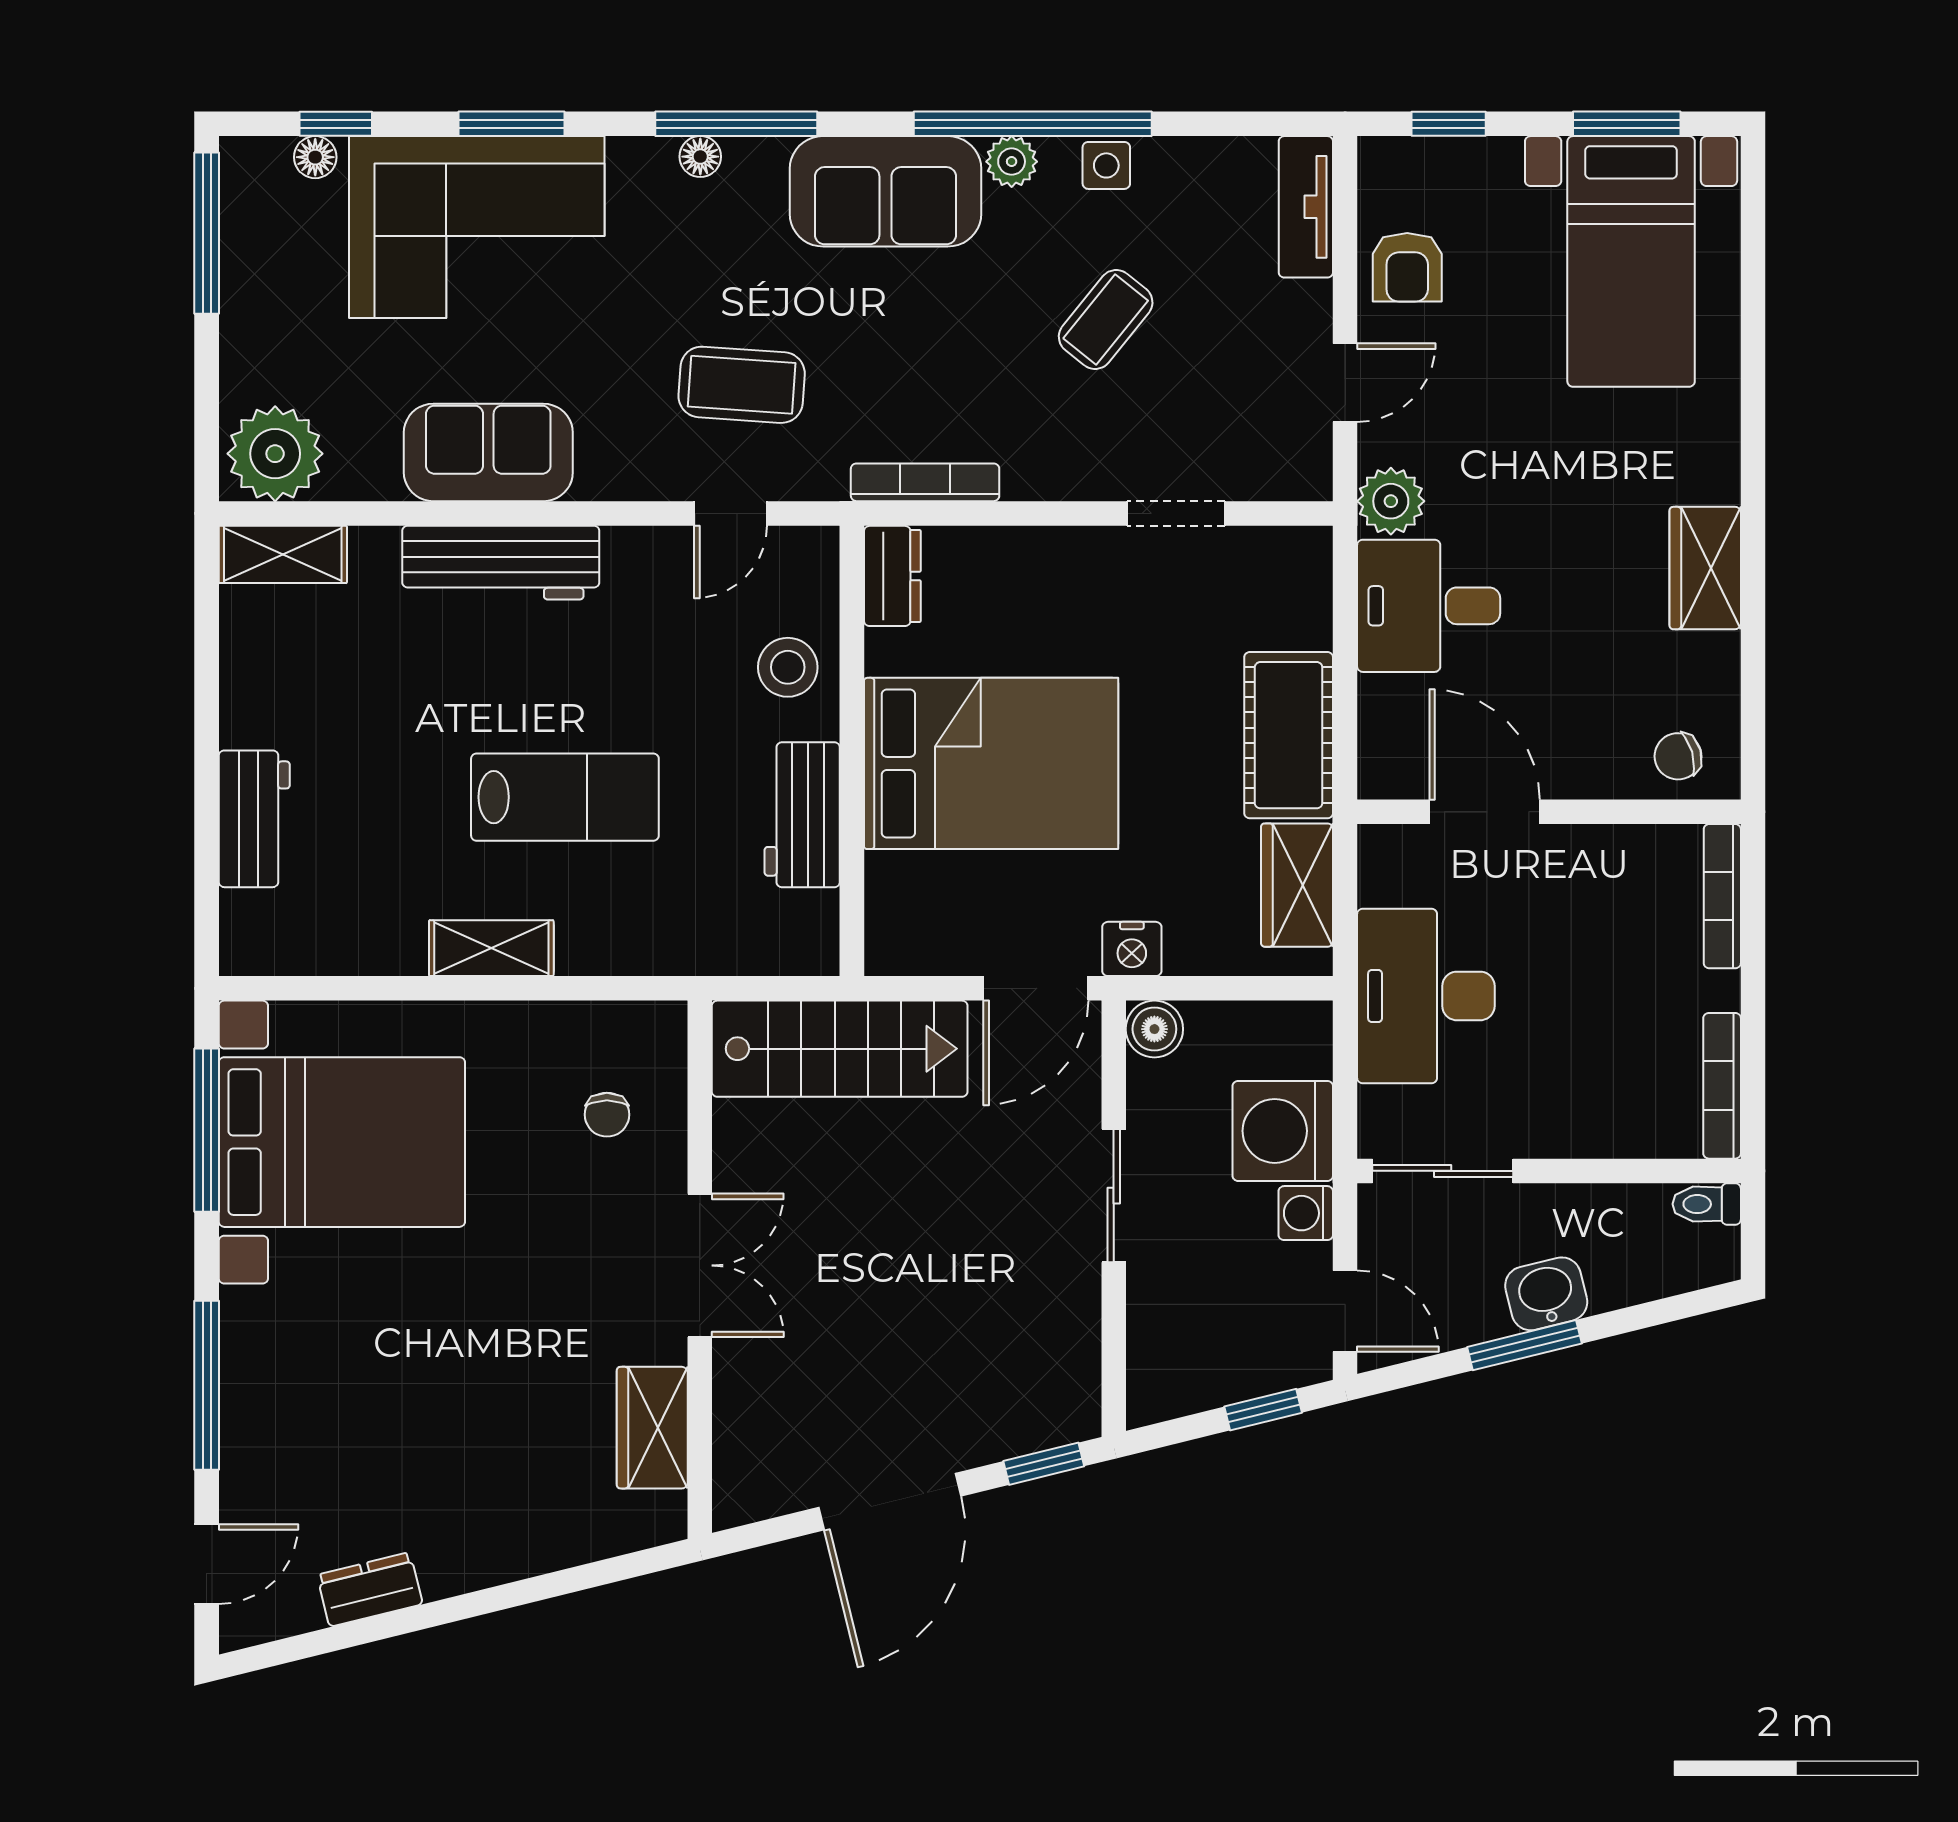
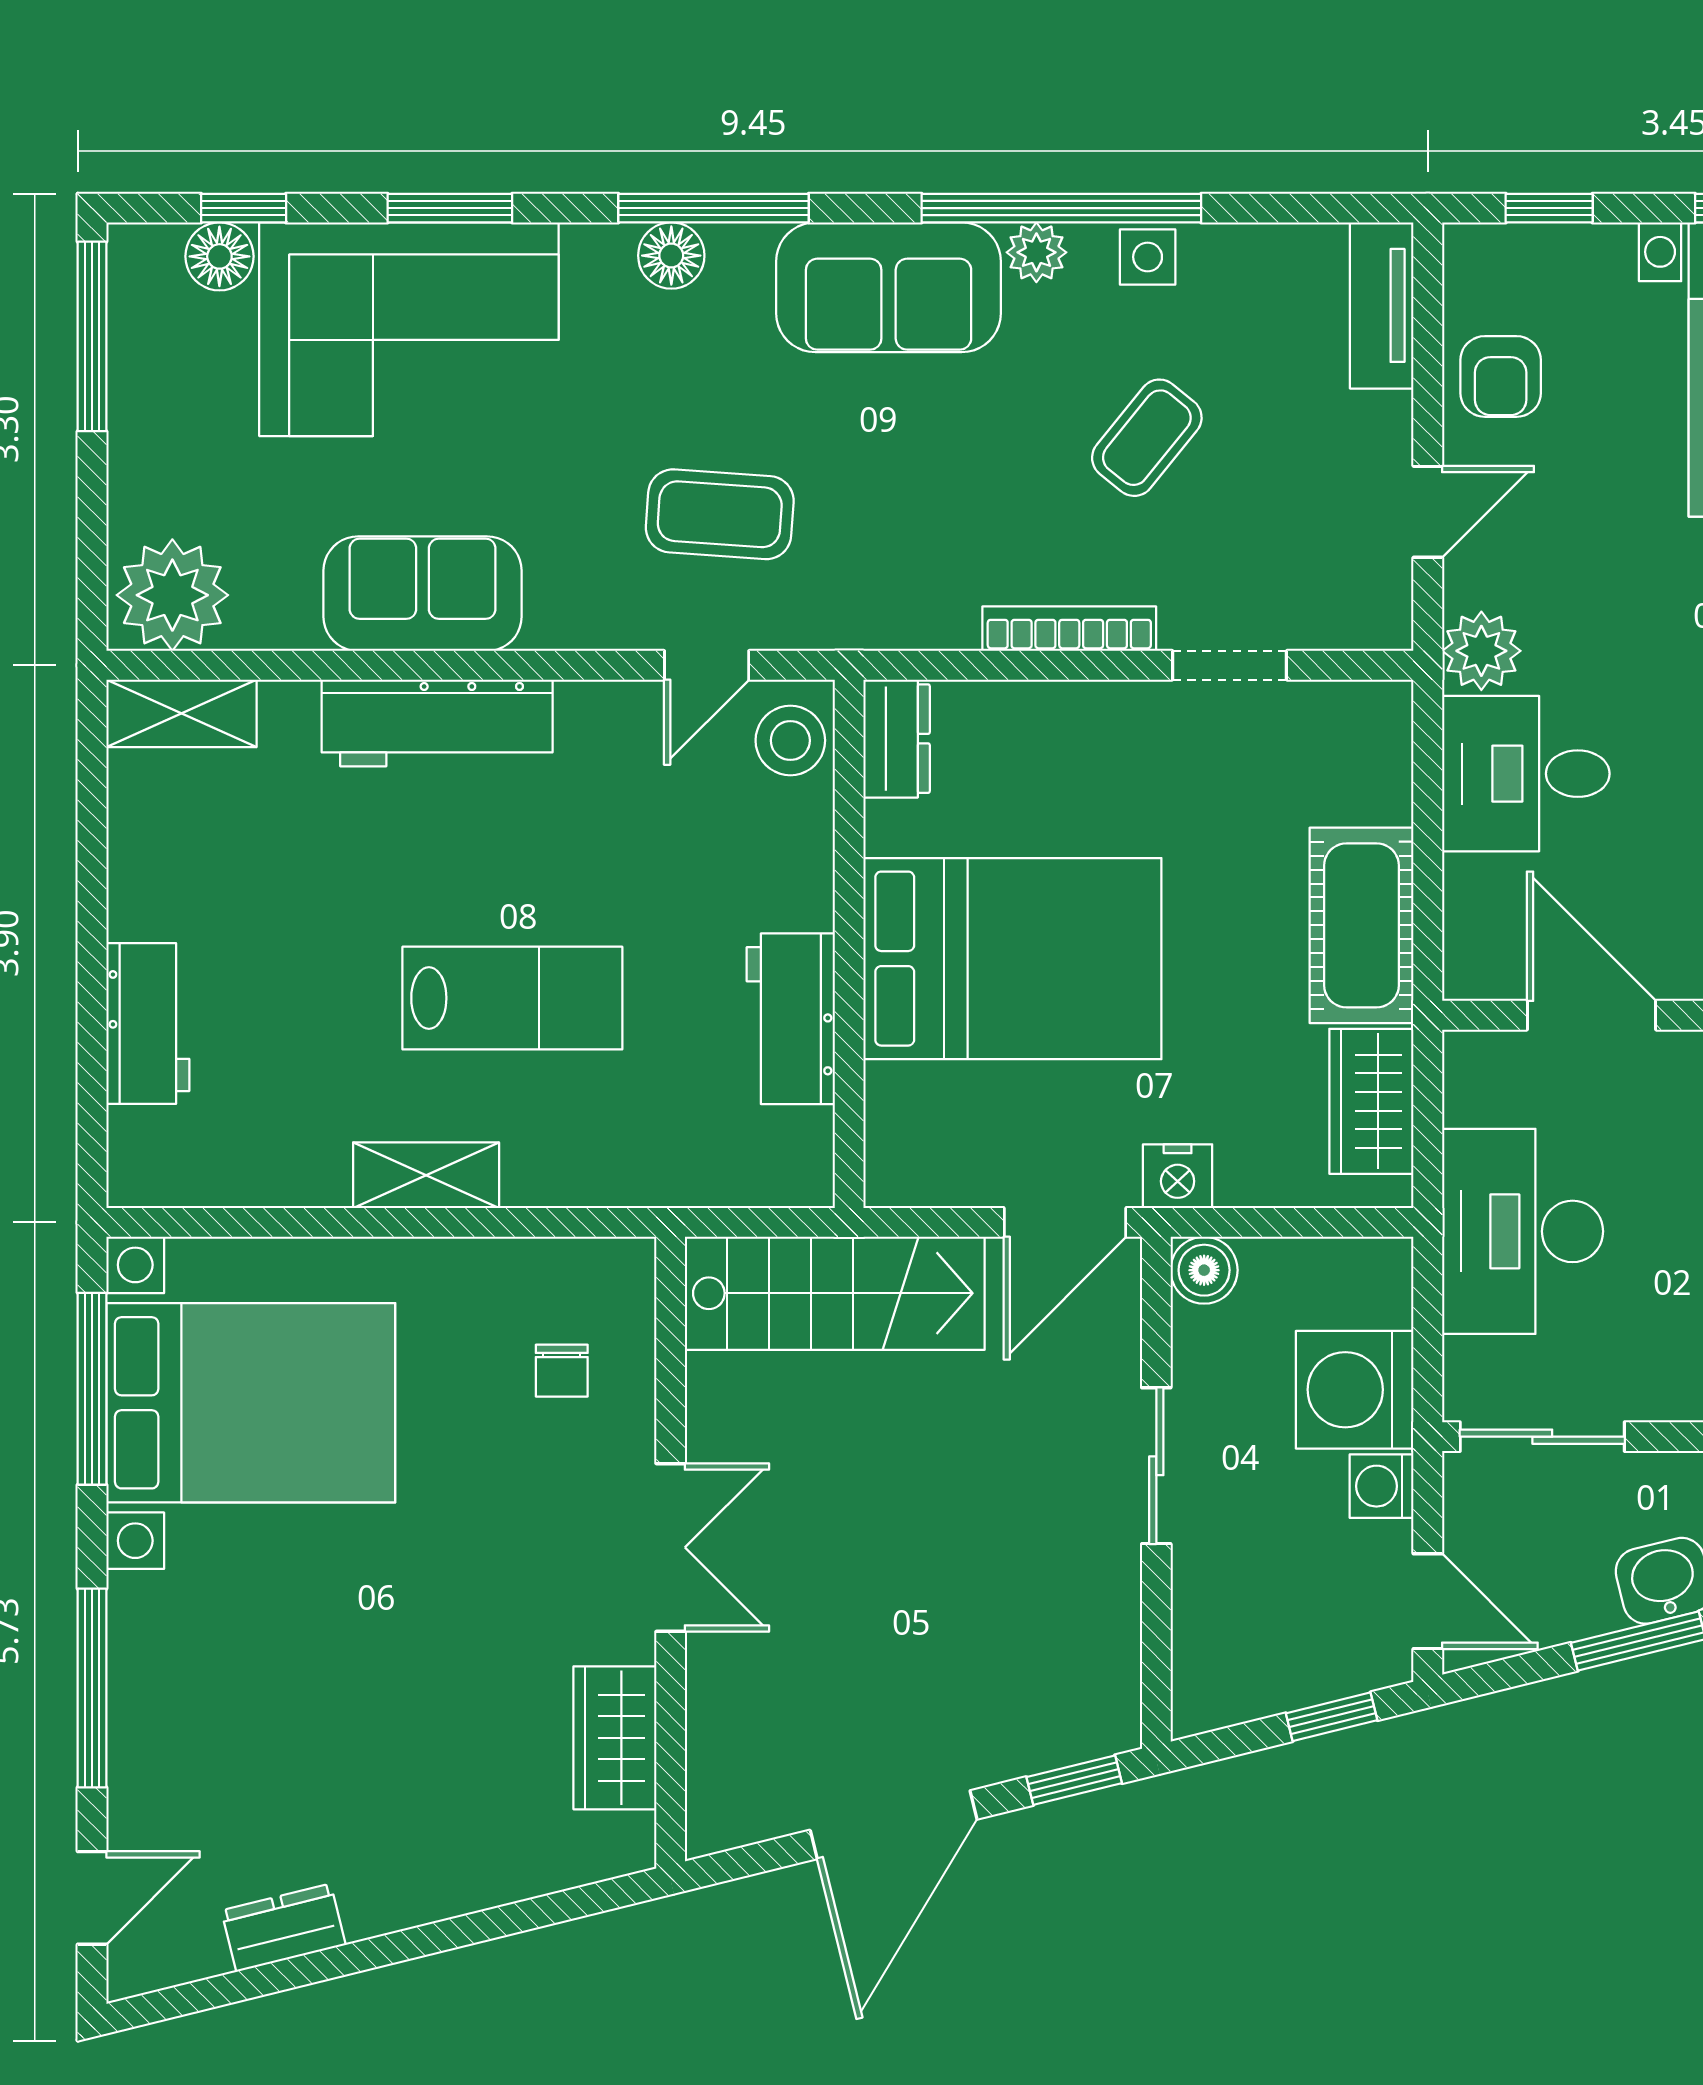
floor lamp: (315, 157) -> (219, 256), width x1.37, depth x1.37
floor lamp: (700, 157) -> (671, 256), width x1.37, depth x1.37
bookcase: (925, 482) -> (1069, 629), moved
stool: (788, 667) -> (790, 740), moved

